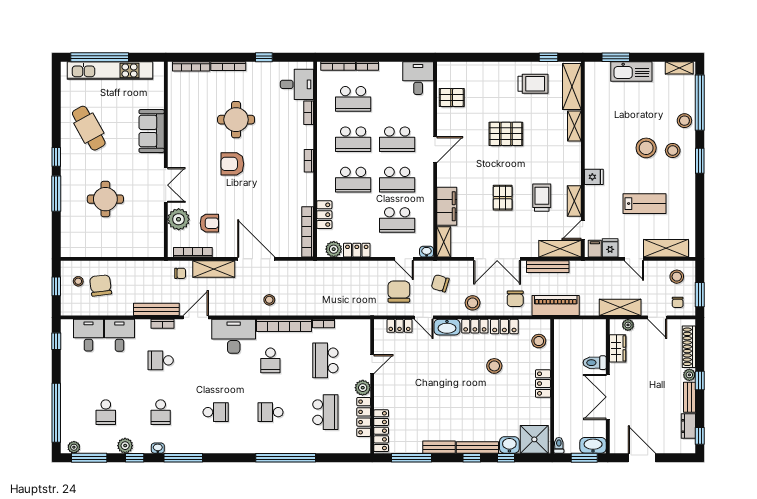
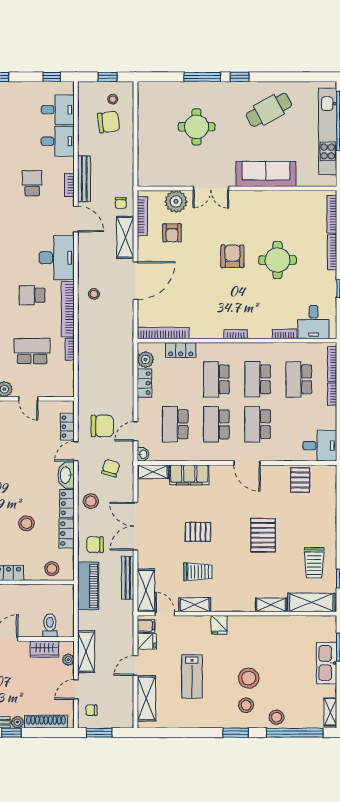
sofa: (152, 131) -> (266, 174), width x1.36
stool: (677, 277) -> (118, 709), removed
toilet: (595, 363) -> (50, 626), moved

